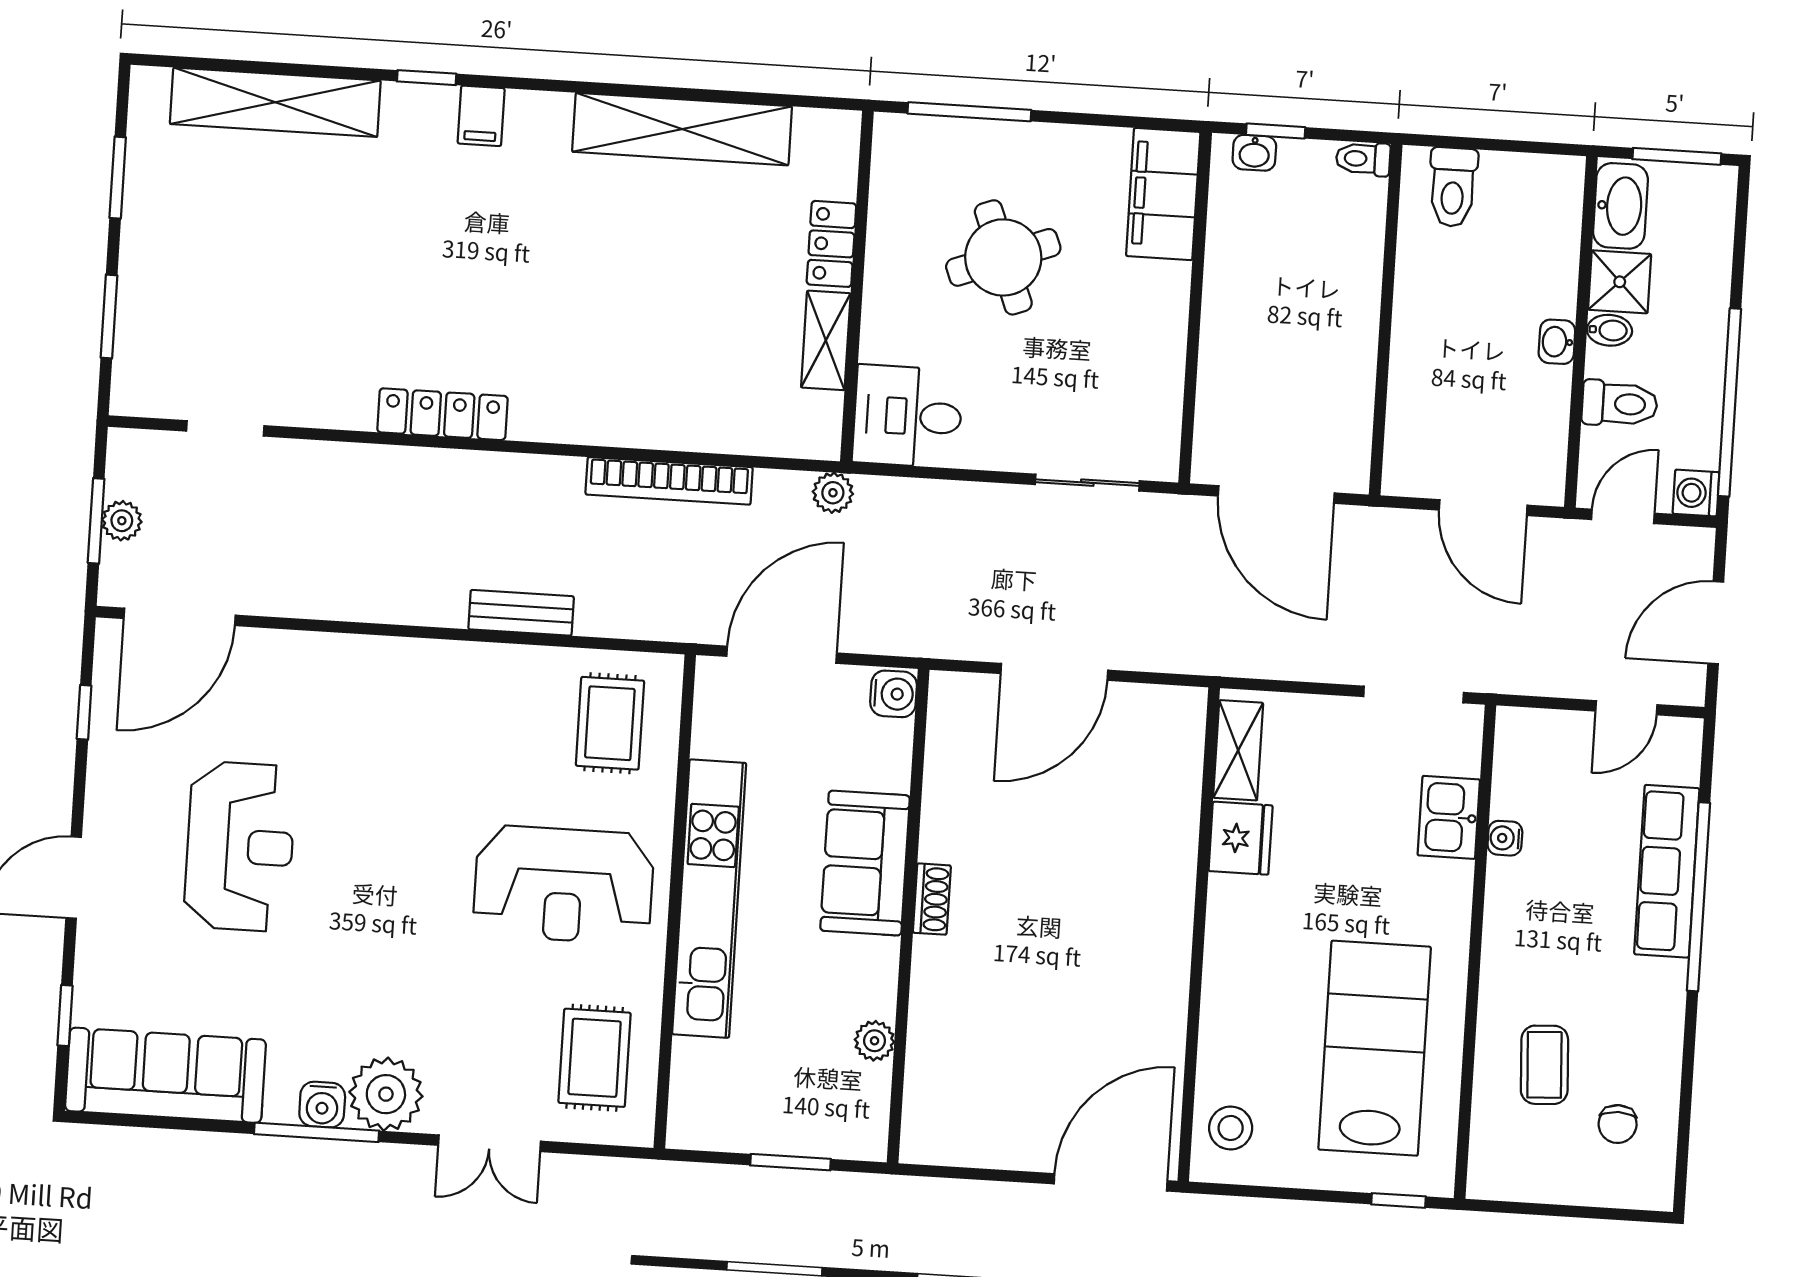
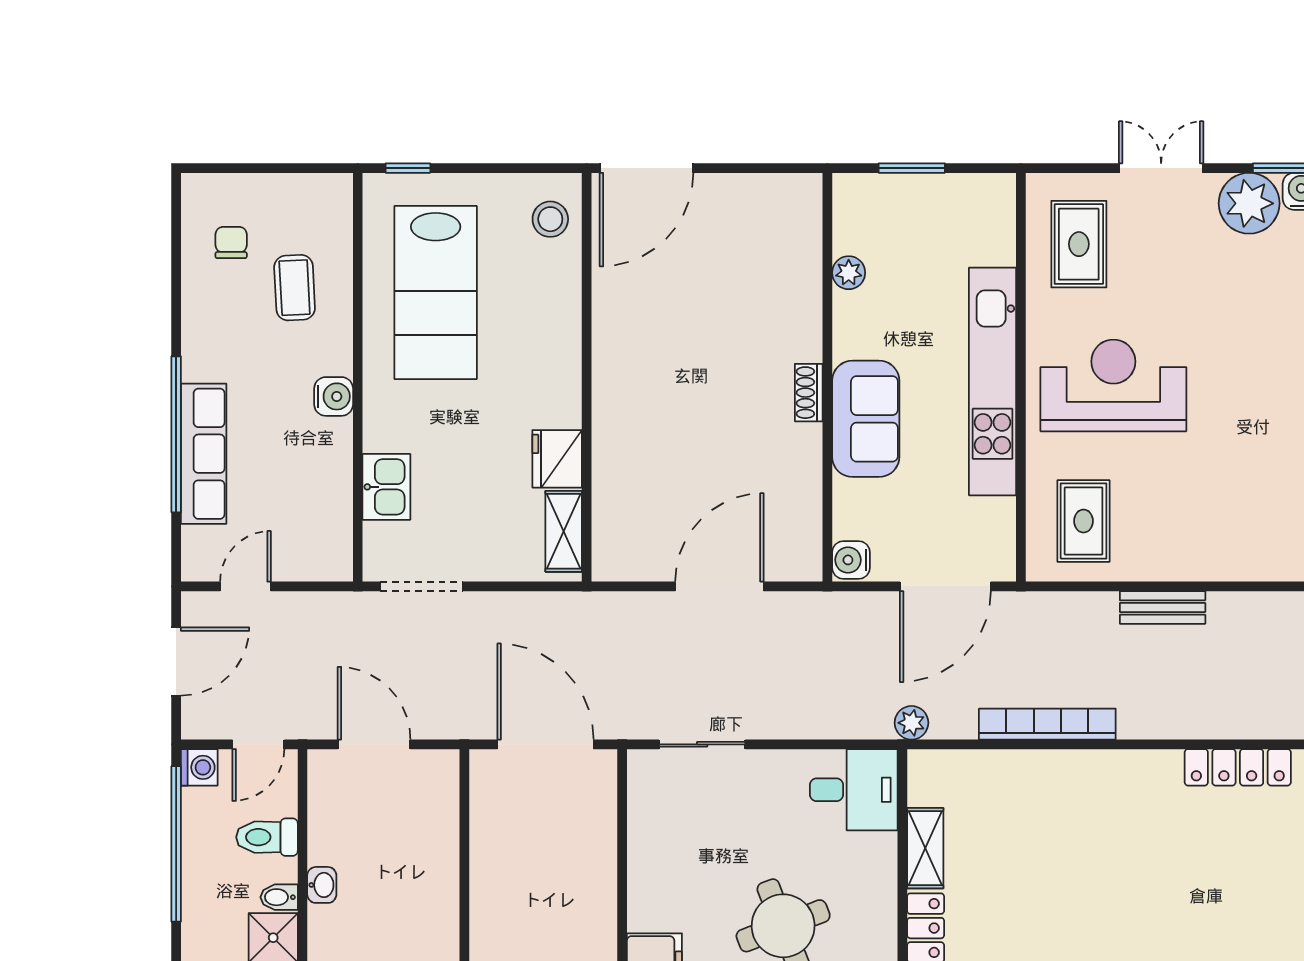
water cooler: (1505, 838) -> (334, 396), moved, width x1.38, depth x1.38

